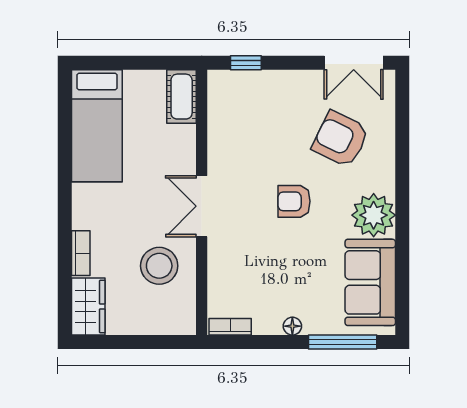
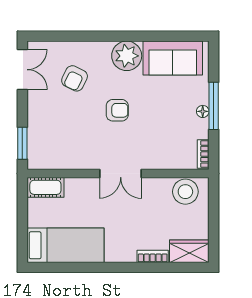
window: (246, 63) -> (22, 143), width x1.50
armchair: (341, 139) -> (75, 78), width x0.72, depth x0.72
armchair: (294, 201) -> (117, 110), turned -90
stool: (159, 266) -> (185, 192), moved
window: (343, 342) -> (214, 106), moved

